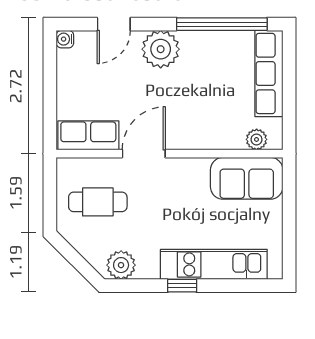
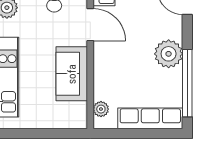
plant: (161, 49) -> (169, 54), moved
sofa: (247, 178) -> (72, 74), moved

